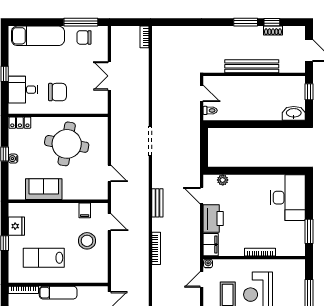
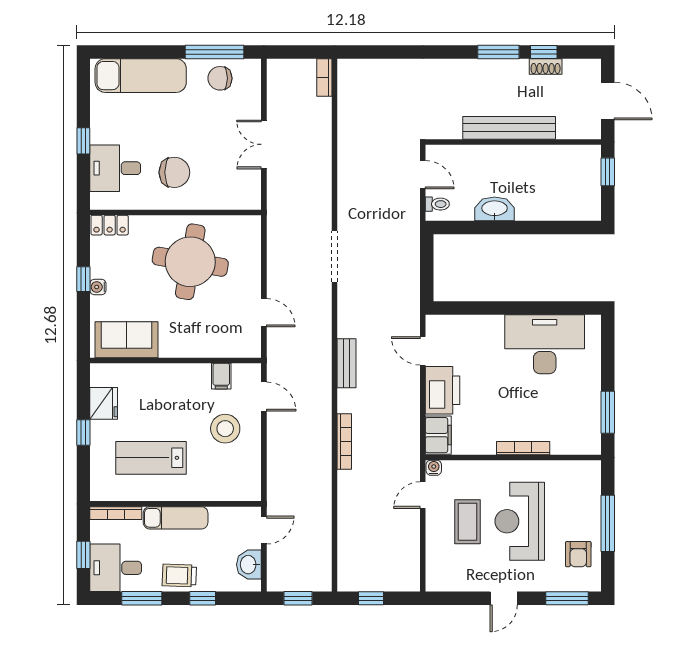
washbasin: (294, 113) -> (495, 209), moved
plant: (223, 180) -> (459, 324), removed
sofa: (44, 189) -> (126, 340), moved
desk: (288, 198) -> (545, 344), moved, turned -90

